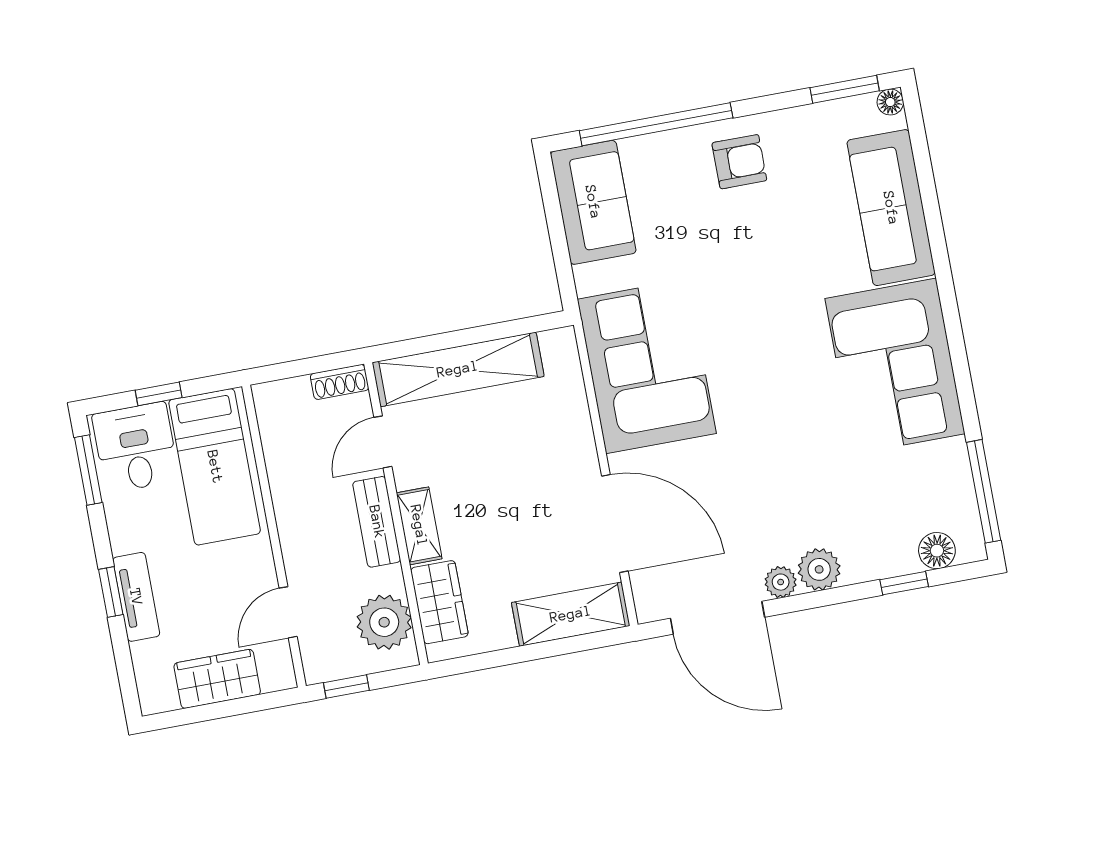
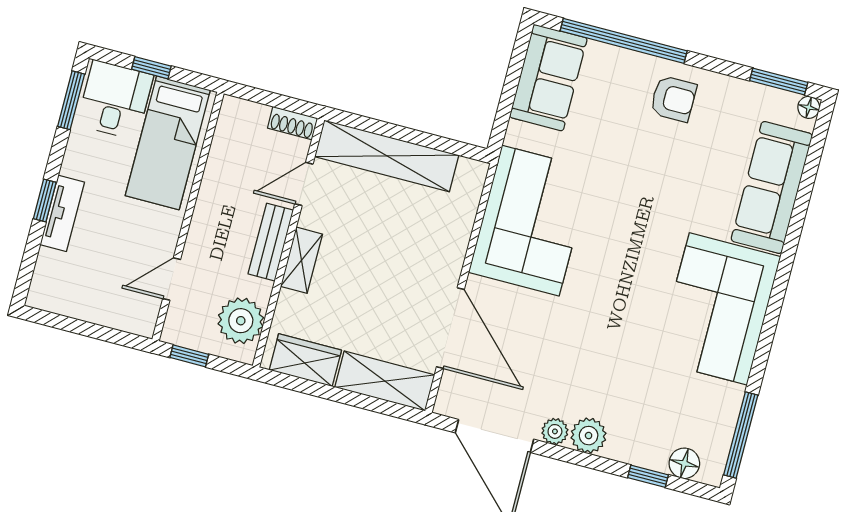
wardrobe: (439, 602) -> (305, 360), moved, turned -90
wardrobe: (217, 679) -> (94, 304), removed

